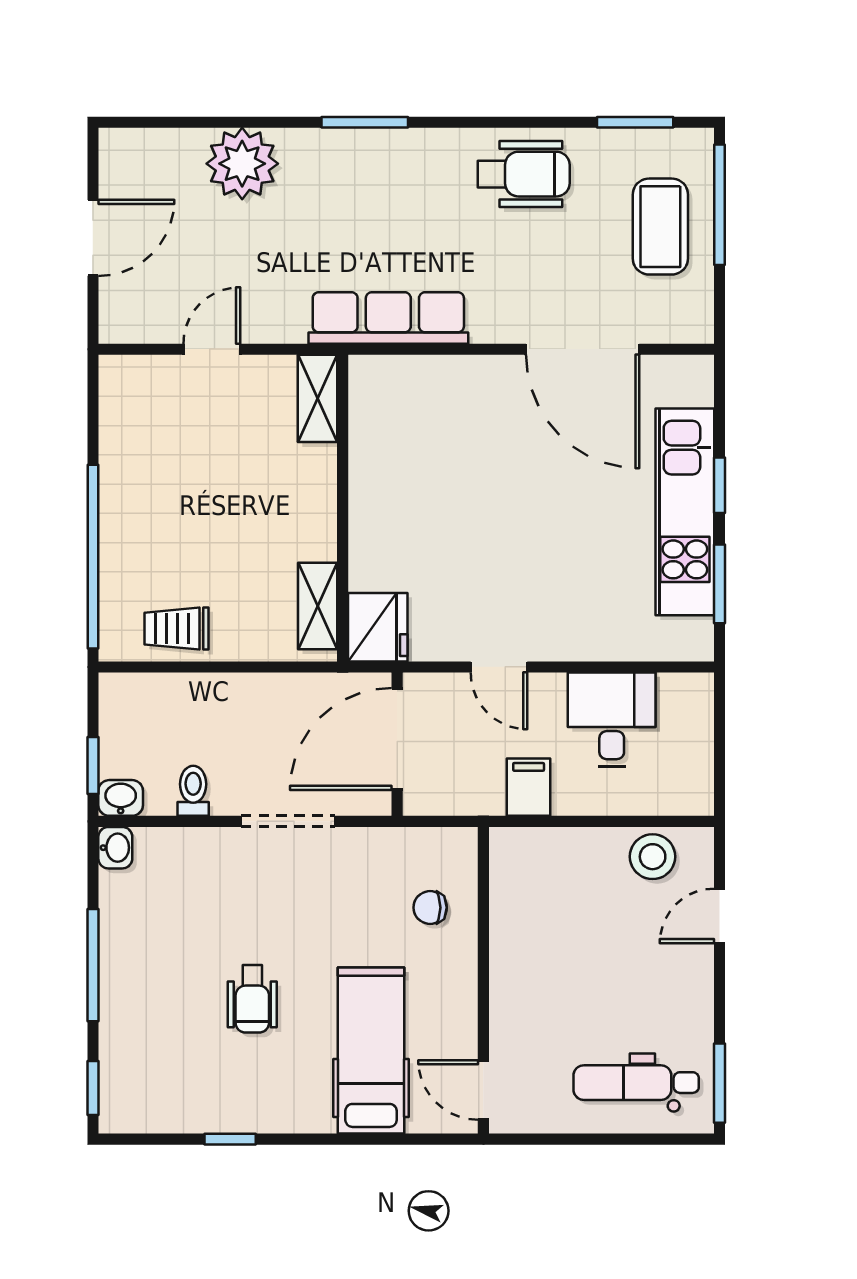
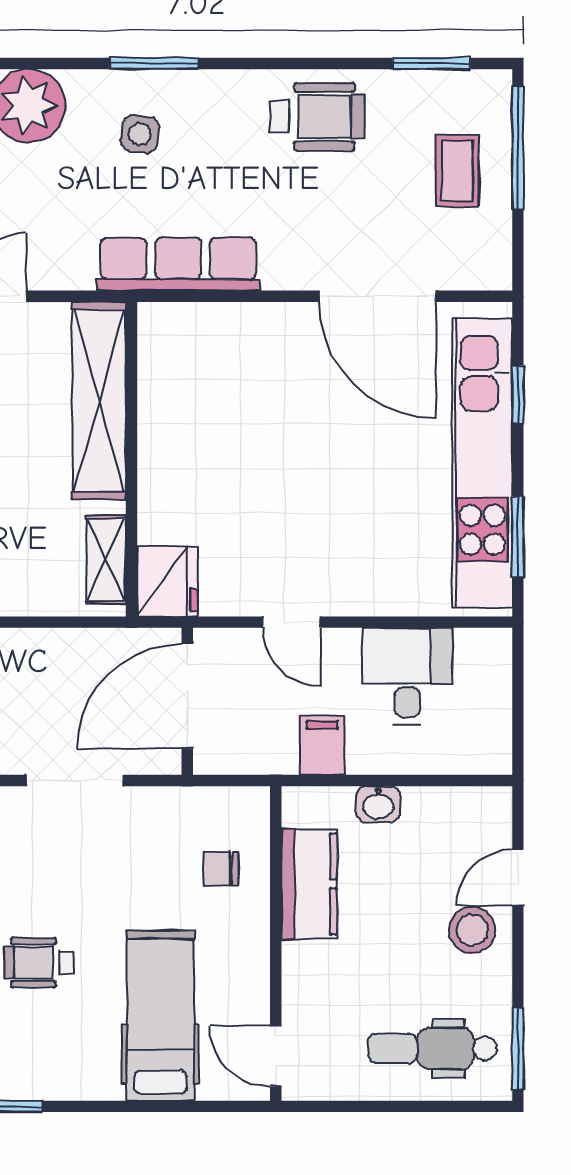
side table: (351, 191) -> (140, 134), added
coffee table: (660, 227) -> (457, 170), width x0.73, depth x0.77
shelving: (318, 398) -> (99, 401), width x2.20, depth x1.33
window: (719, 485) -> (518, 394), moved
kitchen unit: (685, 512) -> (482, 463), width x1.36
washbasin: (583, 844) -> (378, 804), added
stool: (653, 857) -> (472, 930), moved
kitchen counter: (516, 922) -> (309, 884), added
wheelchair: (252, 999) -> (39, 963), turned 90

